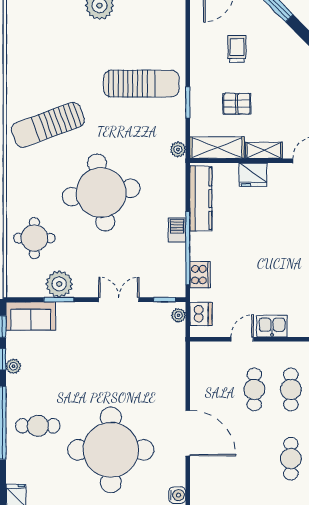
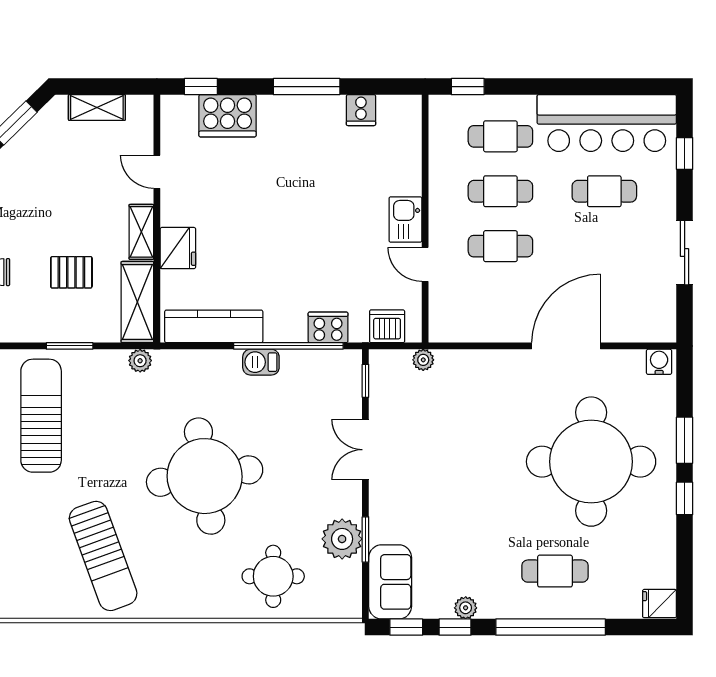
pallet: (237, 104) -> (71, 272), turned 90
plant: (179, 315) -> (423, 360), moved
cafe table: (38, 426) -> (555, 571), turned 90

